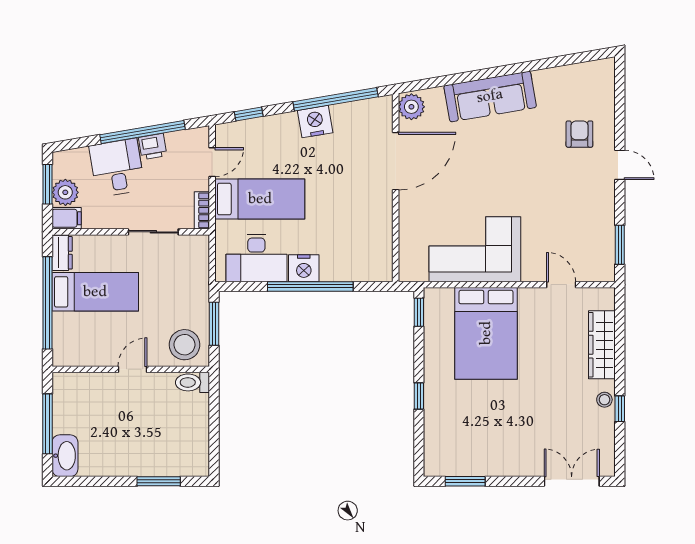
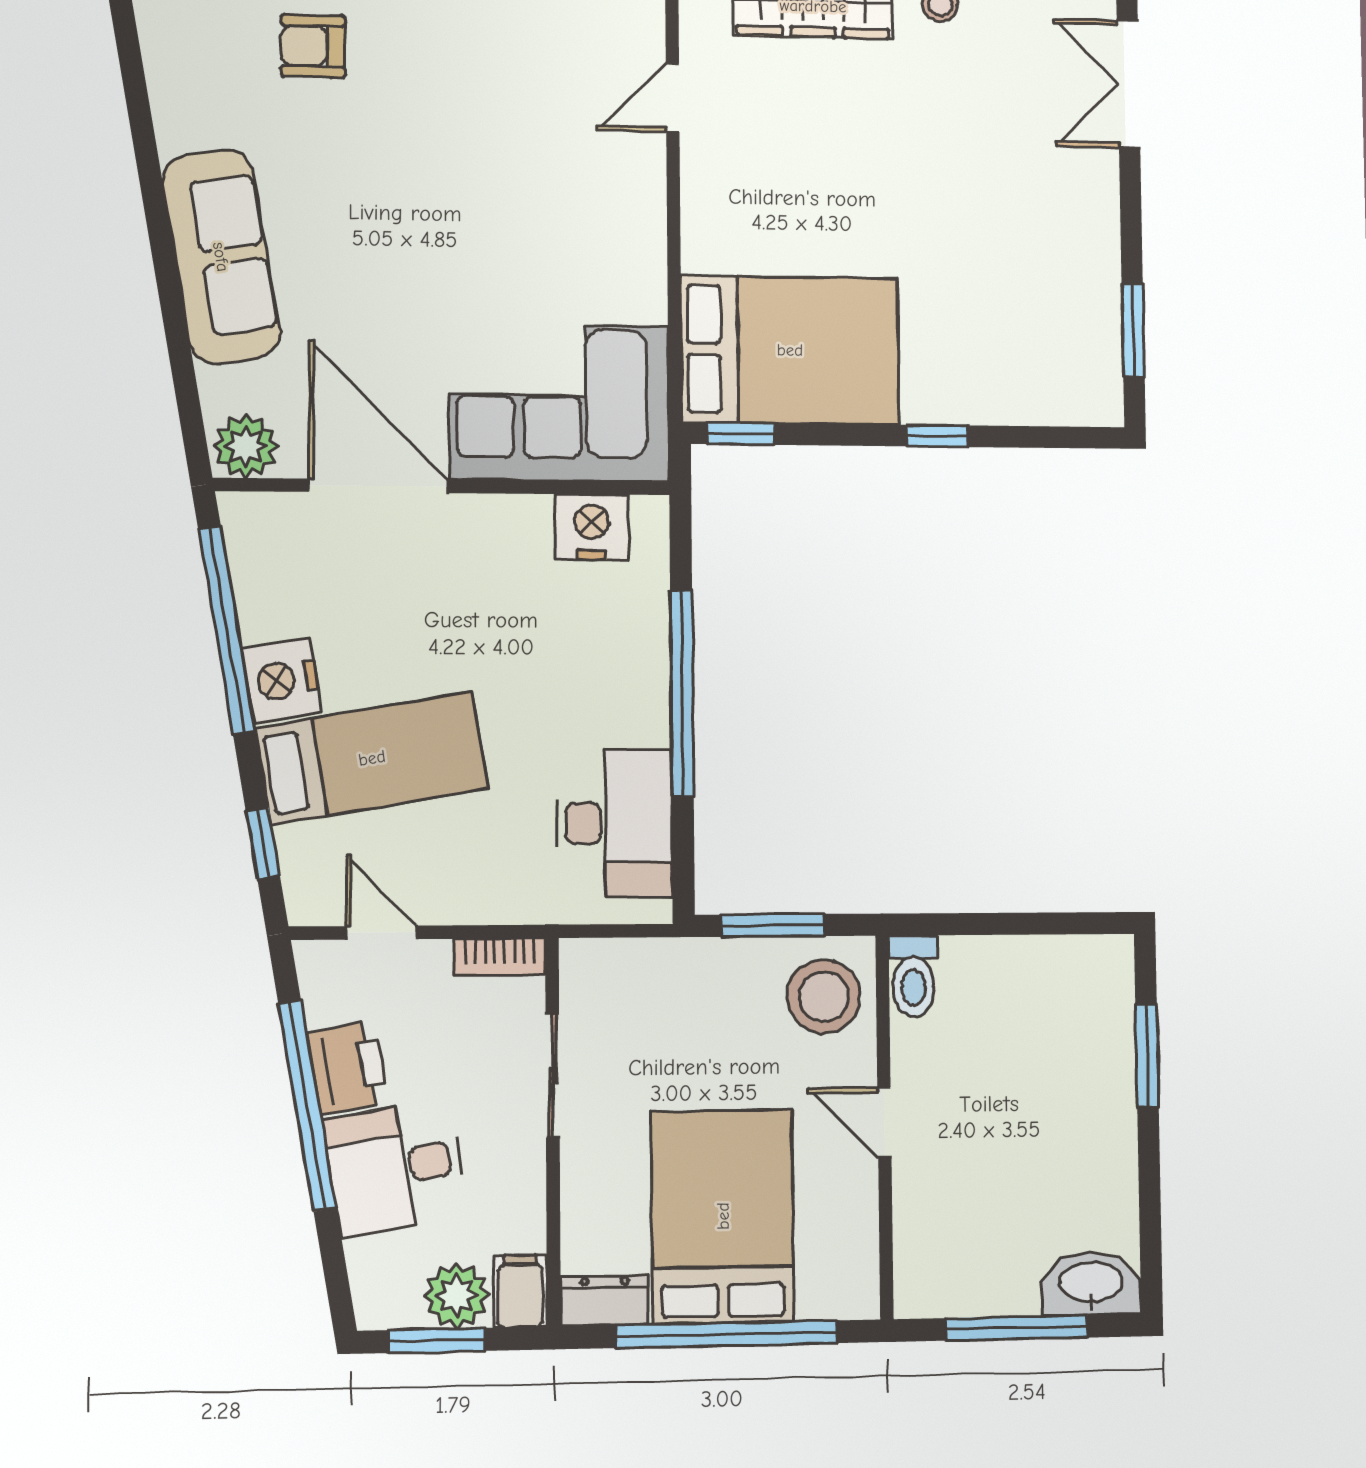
printer: (153, 147) -> (348, 1067), width x1.36, depth x1.24
bed: (260, 199) -> (372, 758), moved, turned 80
corner sofa: (475, 249) -> (559, 403), moved, turned 90
nightstand: (304, 268) -> (592, 527), moved, turned -90
bed: (95, 292) -> (723, 1216), width x1.50
bed: (486, 333) -> (790, 350), moved

